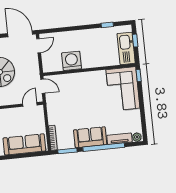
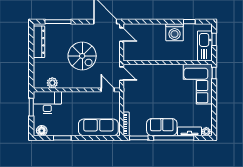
door: (39, 46) -> (122, 35), hinge flipped
washing machine: (72, 61) -> (175, 32), moved, turned 180
door: (30, 104) -> (108, 90), hinge flipped

